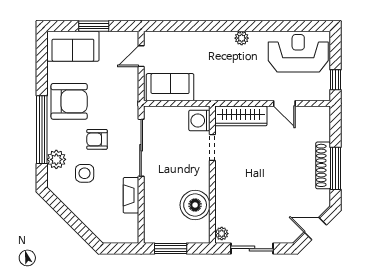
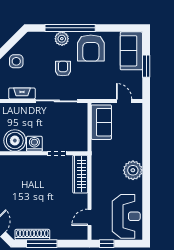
plant: (242, 38) -> (133, 170), width x1.88, depth x1.88
door: (284, 103) -> (89, 217), moved
washing machine: (199, 120) -> (34, 144), moved
plant: (56, 159) -> (62, 39), moved
shoe rack: (323, 165) -> (32, 235), moved
side table: (85, 173) -> (16, 61), moved

